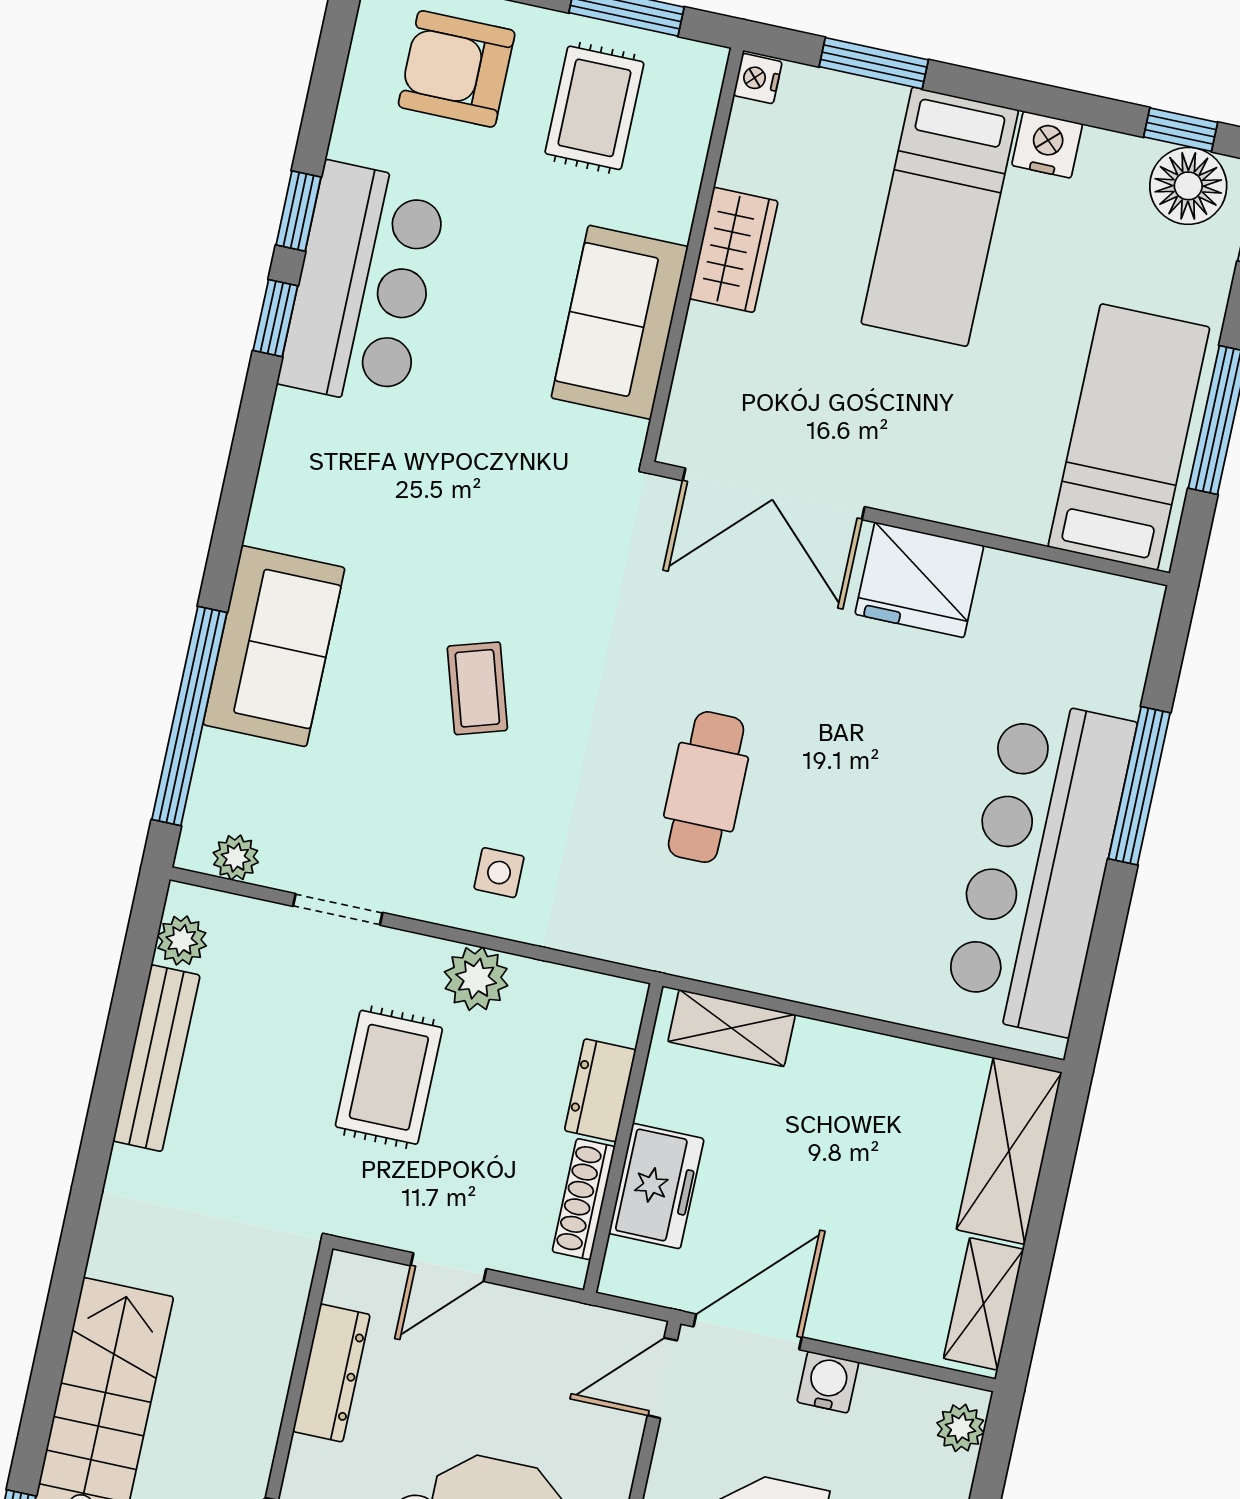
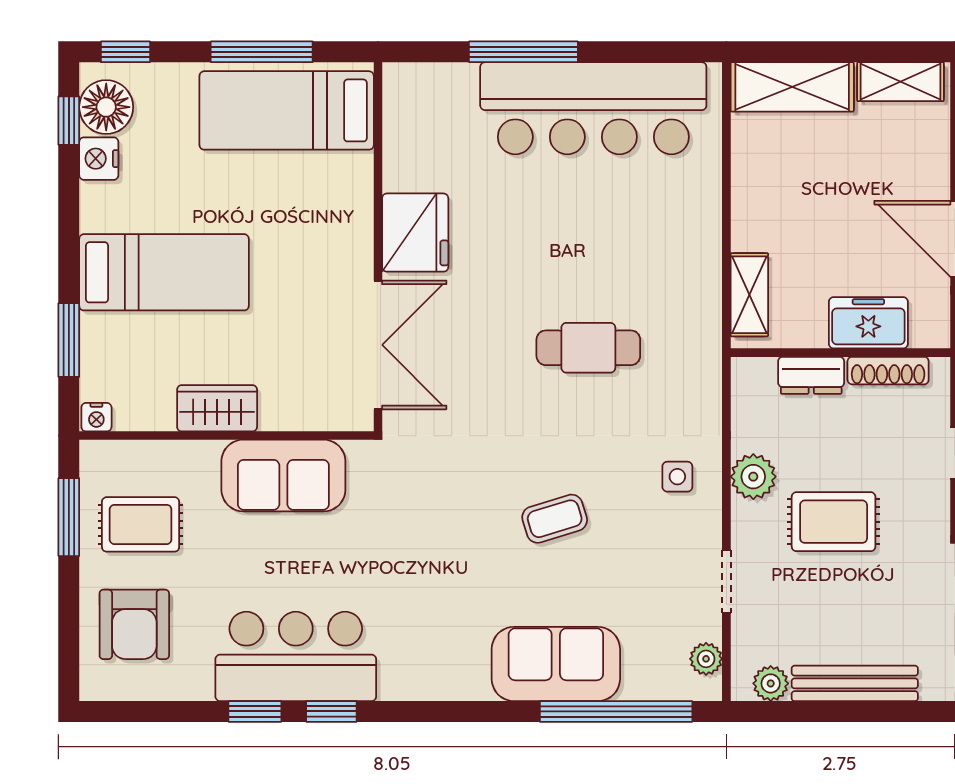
nightstand: (1047, 145) -> (99, 159), moved

